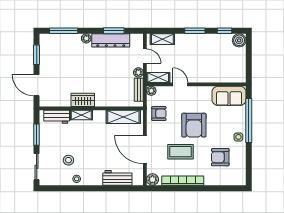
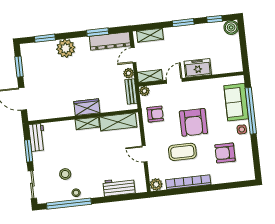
window: (64, 31) -> (45, 38), width x0.69
plant: (86, 38) -> (66, 48), width x1.88, depth x1.88
dresser: (111, 40) -> (110, 41), moved
door: (145, 56) -> (134, 55), swing flipped
freezer: (204, 75) -> (198, 68), added
door: (180, 84) -> (174, 81), hinge flipped
sofa: (229, 96) -> (236, 102), moved, turned 90
wardrobe: (83, 100) -> (87, 107), moved
shelving: (81, 115) -> (87, 123), moved
workbench: (57, 117) -> (37, 137), moved, turned -90
door: (145, 150) -> (145, 154), width x0.53
window: (69, 188) -> (69, 204), added

